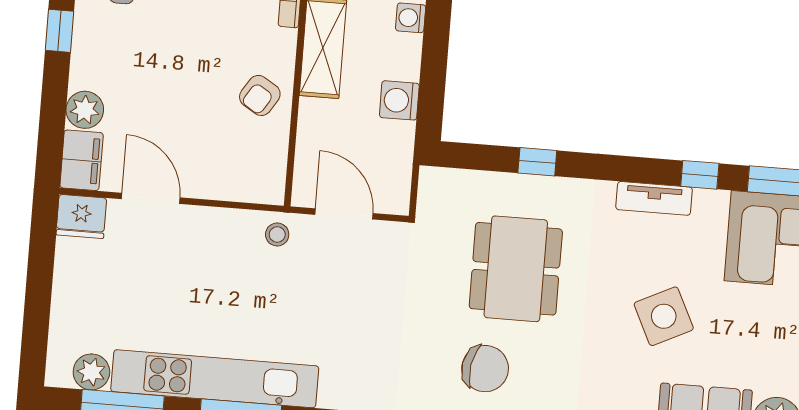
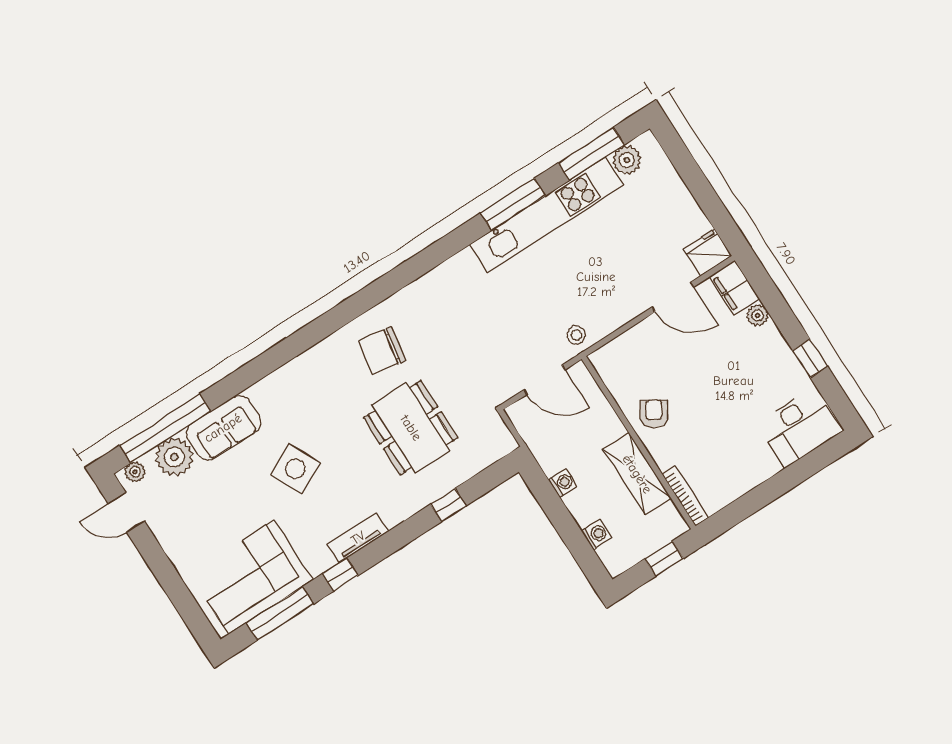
washing machine: (399, 100) -> (563, 483), width x0.73, depth x0.73
plant: (85, 110) -> (758, 315), width x0.73, depth x0.73

